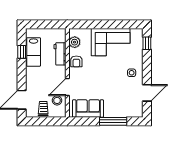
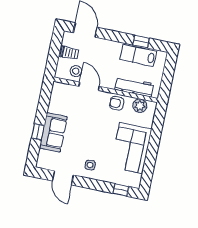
workbench: (60, 54) -> (134, 87), width x1.38
sofa: (88, 108) -> (53, 132), moved
window: (113, 121) -> (38, 132), width x0.46

